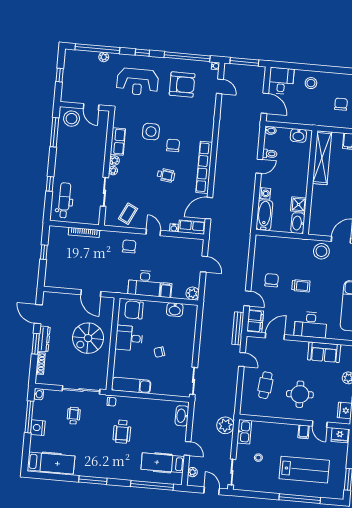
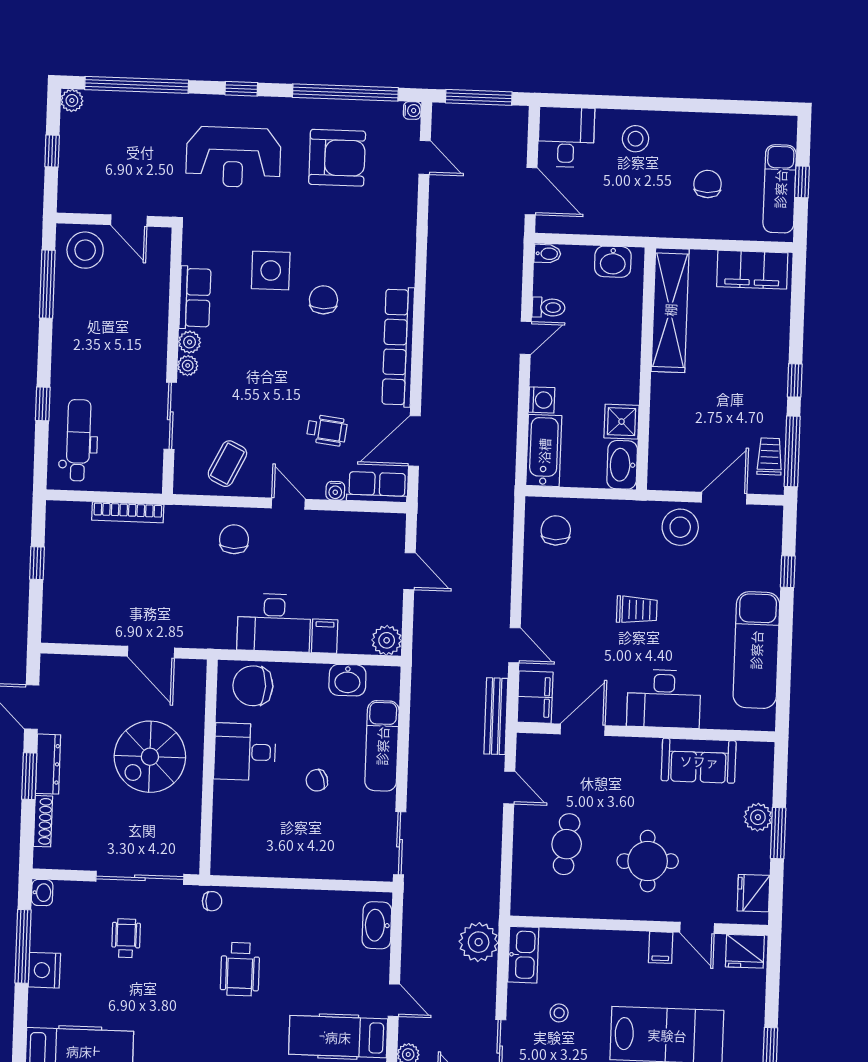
plant: (104, 57) -> (72, 100), moved
wheelchair: (166, 175) -> (327, 430), moved
chair: (272, 280) -> (556, 530), moved
exam couch: (131, 385) -> (382, 746), moved, turned -90

